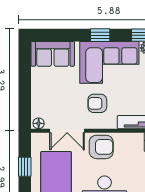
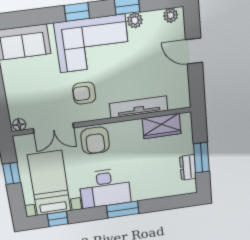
armchair: (101, 147) -> (95, 140), turned 90

